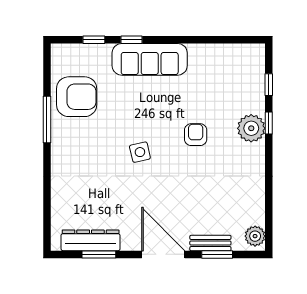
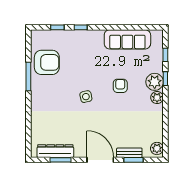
sofa: (150, 59) -> (127, 39), moved
plant: (255, 154) -> (157, 98), added

